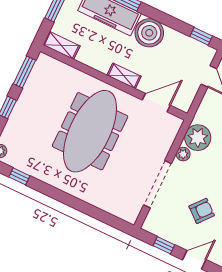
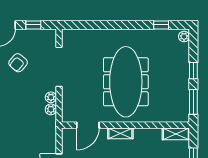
plant: (198, 138) -> (51, 109), width x0.53, depth x0.53

